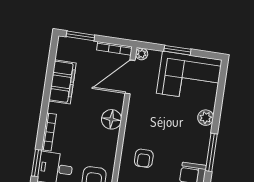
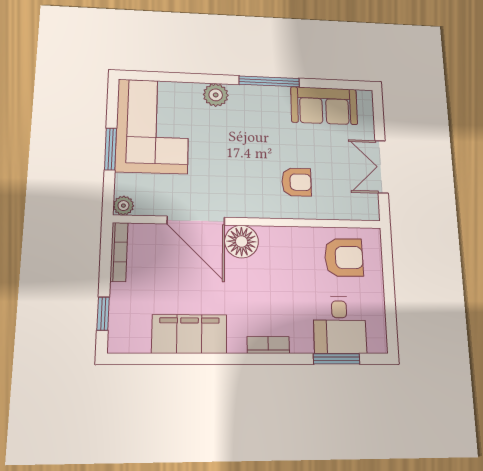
window: (80, 36) -> (103, 314), width x0.67
door: (130, 77) -> (196, 221), moved
bookcase: (49, 132) -> (268, 345), width x0.64

